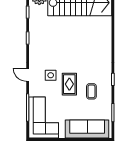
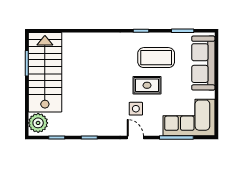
door: (28, 75) -> (135, 138), swing flipped
coffee table: (91, 91) -> (156, 58), width x1.86, depth x1.72

